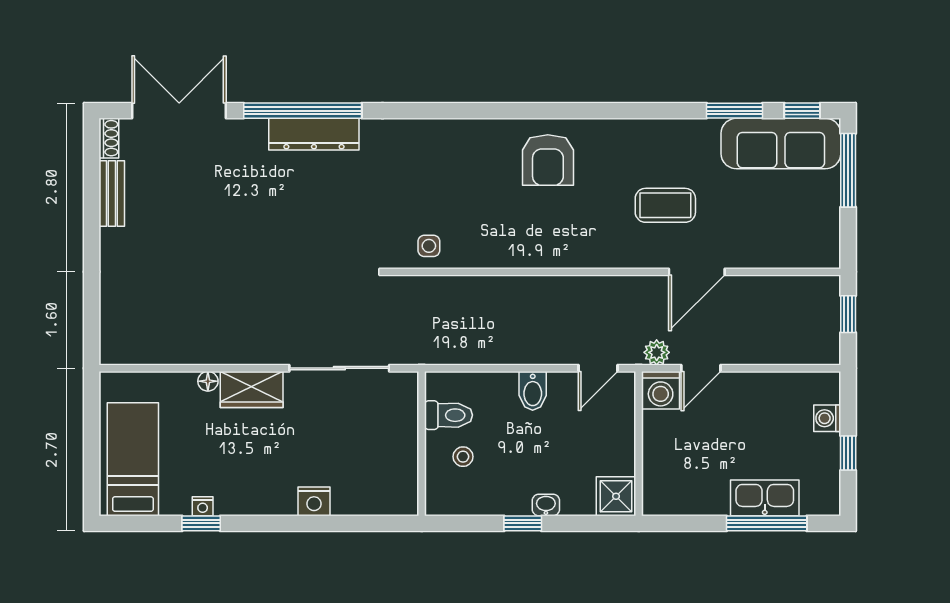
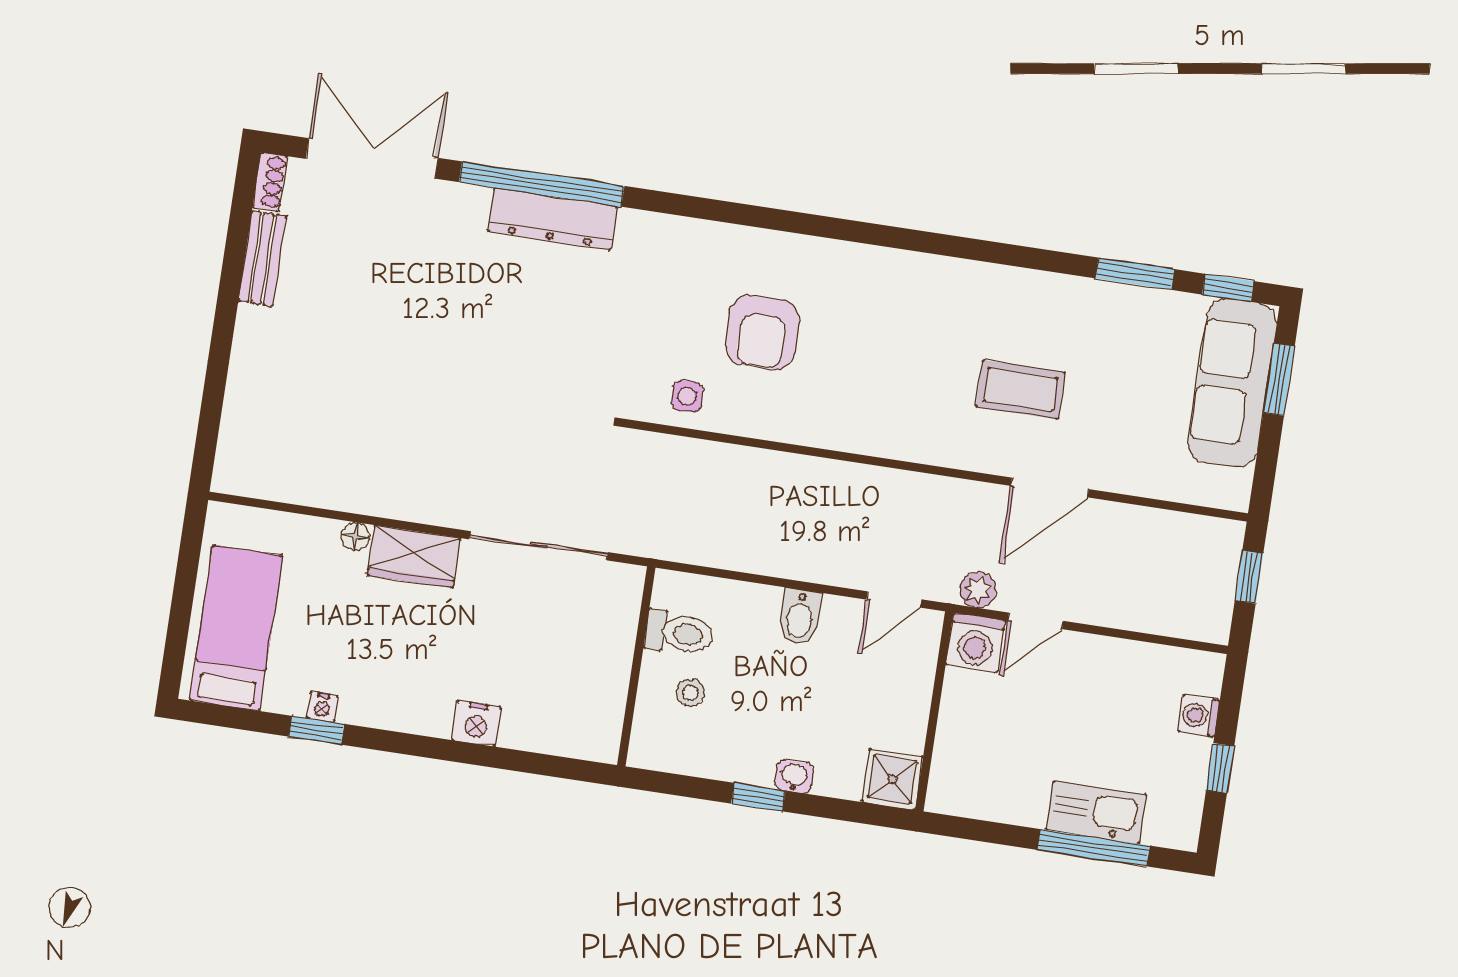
sofa: (781, 143) -> (1232, 383), moved, turned 90
armchair: (548, 160) -> (762, 332), moved
window: (848, 170) -> (1279, 379), width x0.69

